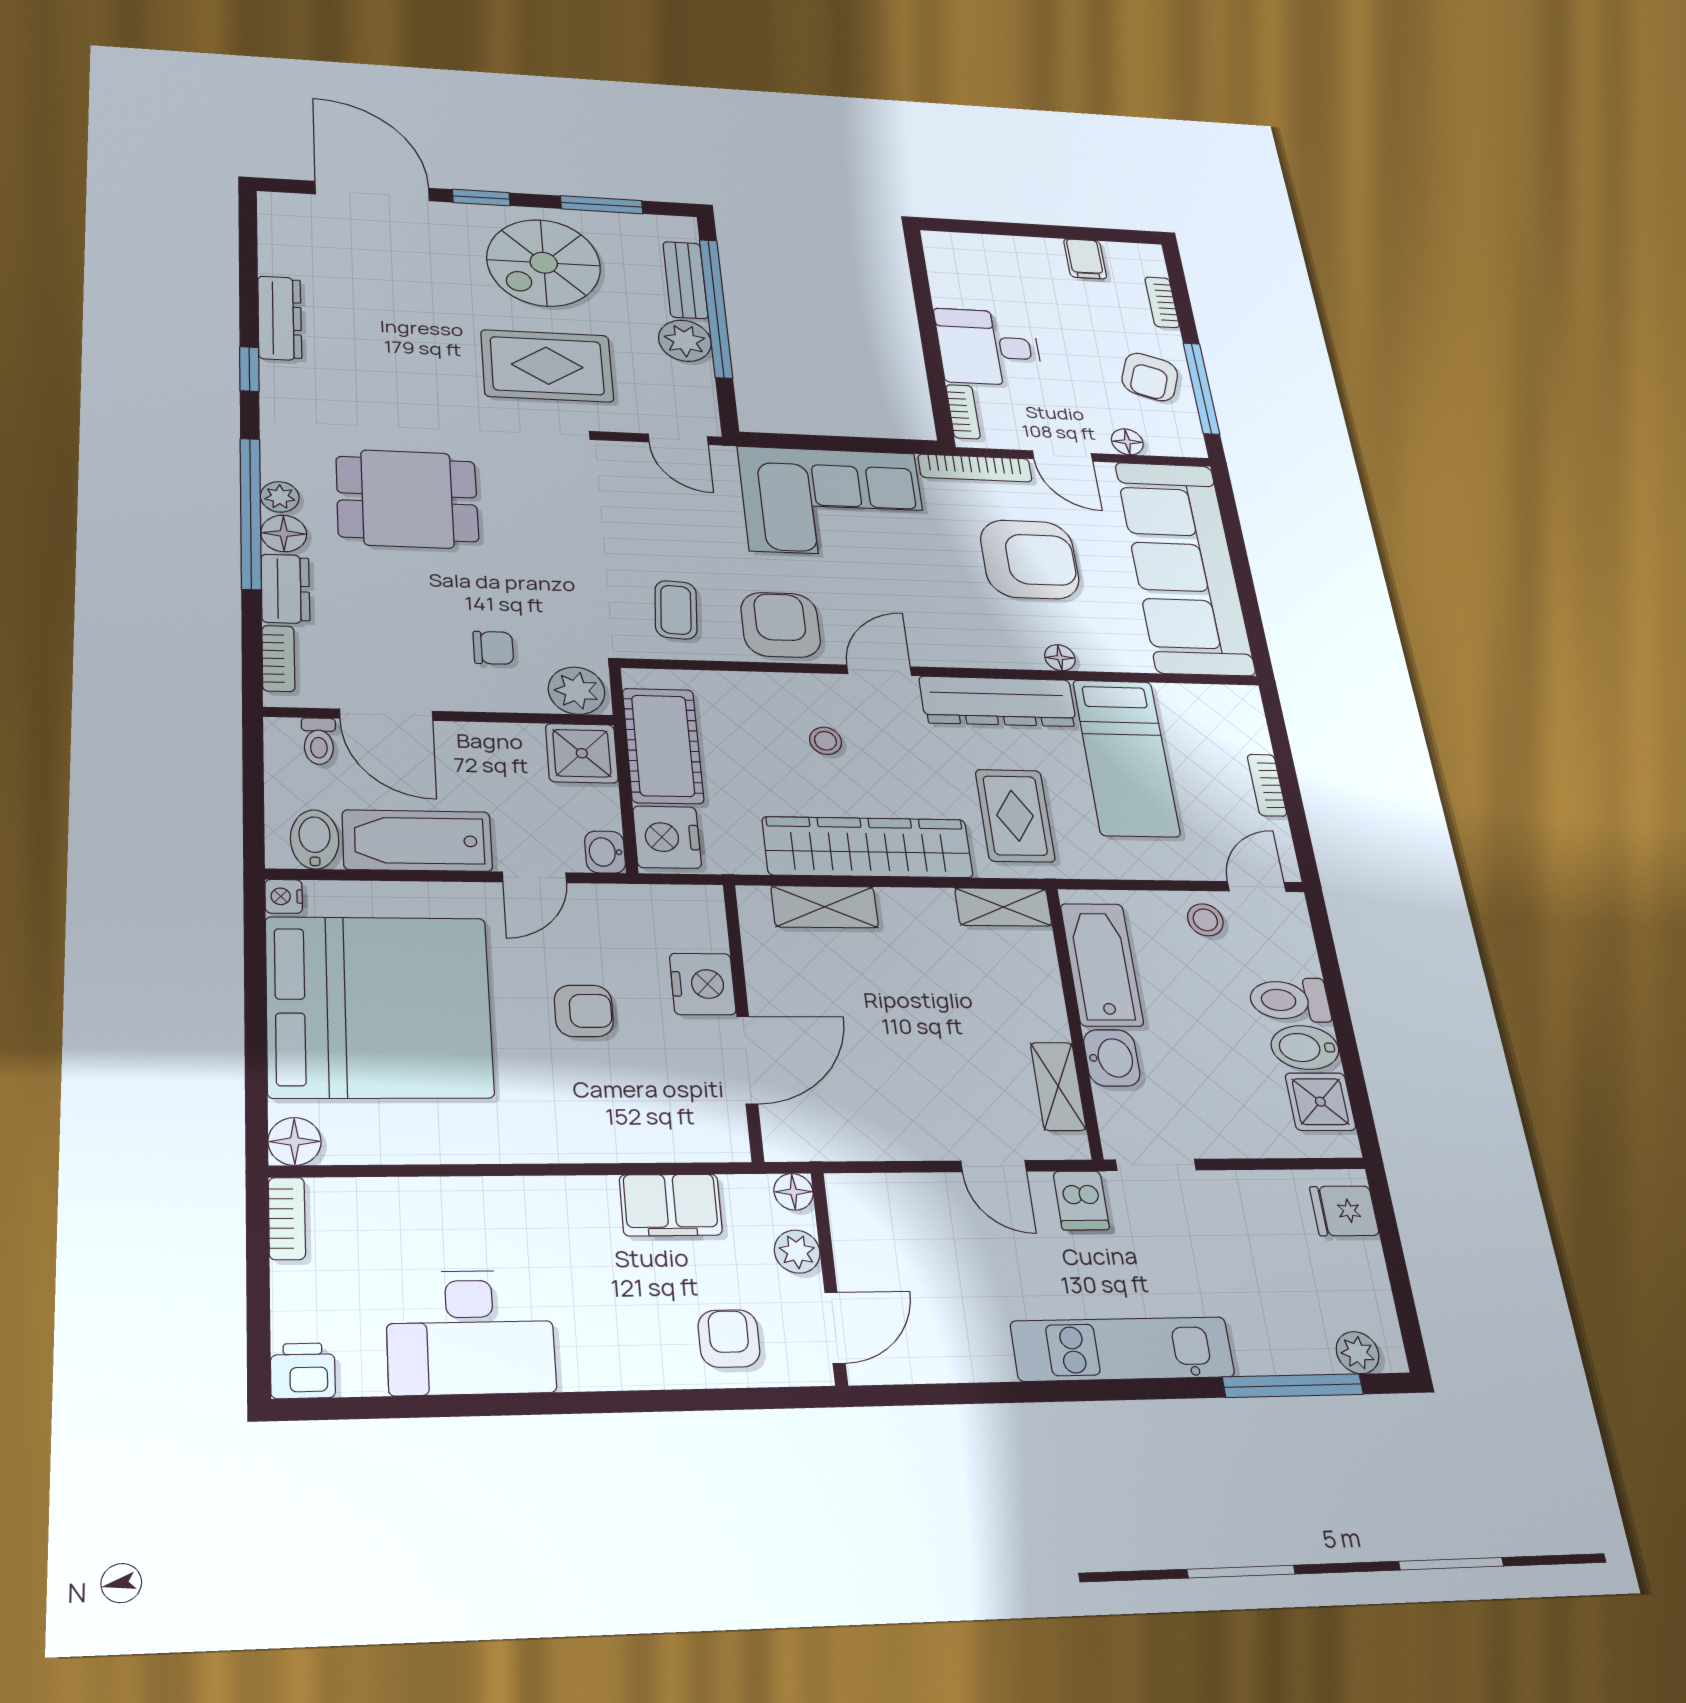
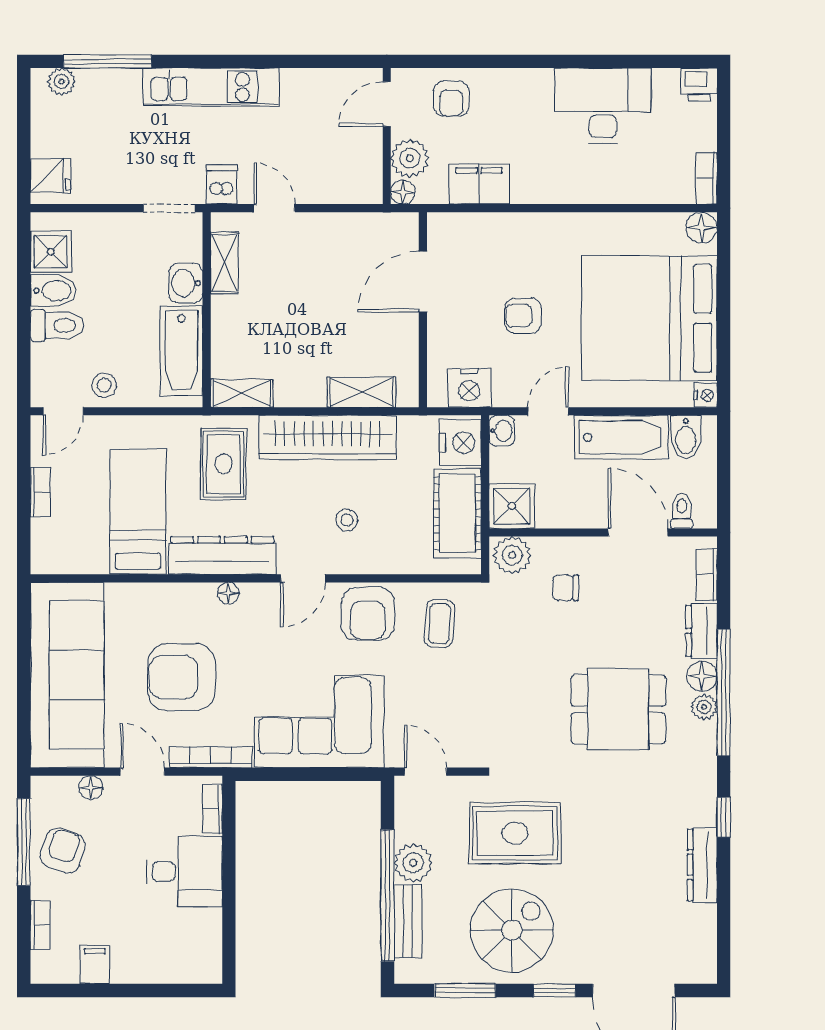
floor lamp: (1060, 658) -> (228, 593), moved
nightstand: (703, 984) -> (469, 388), moved, turned -90
plant: (797, 1252) -> (410, 158), width x1.38, depth x1.38

